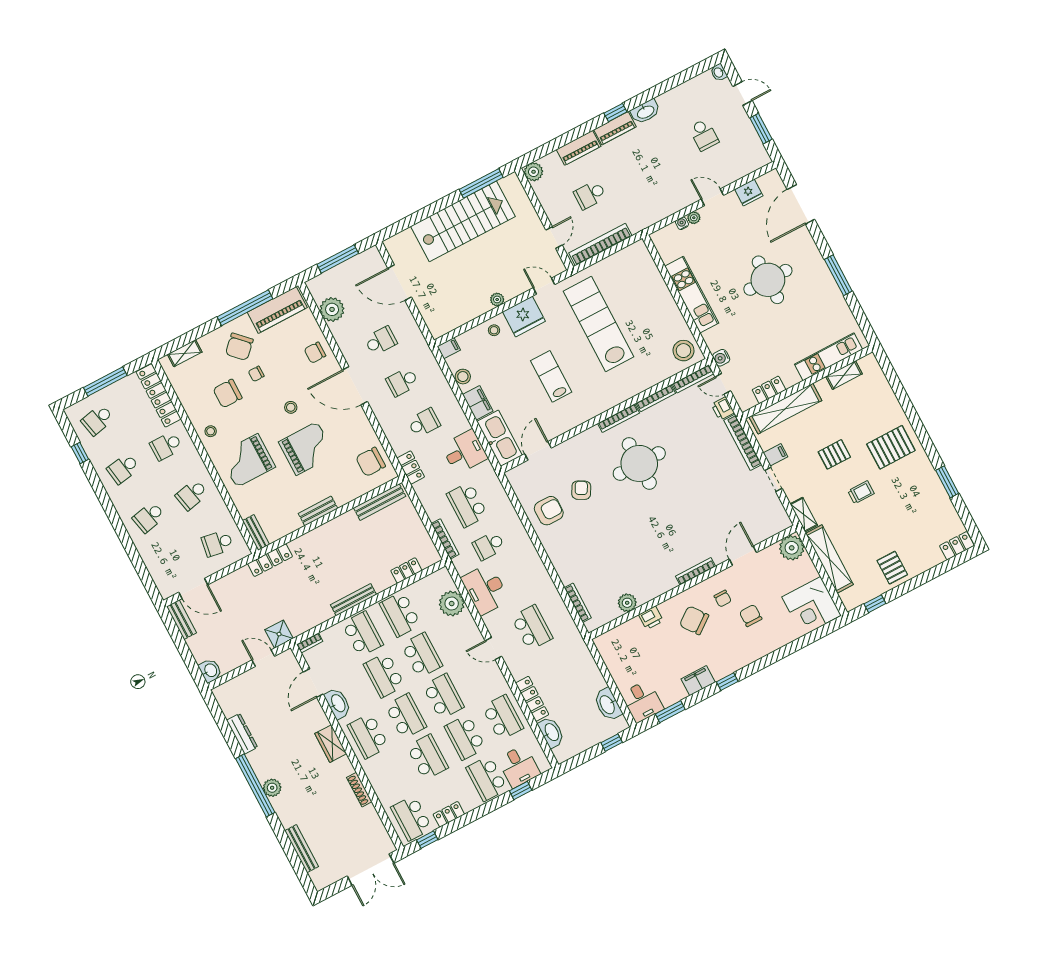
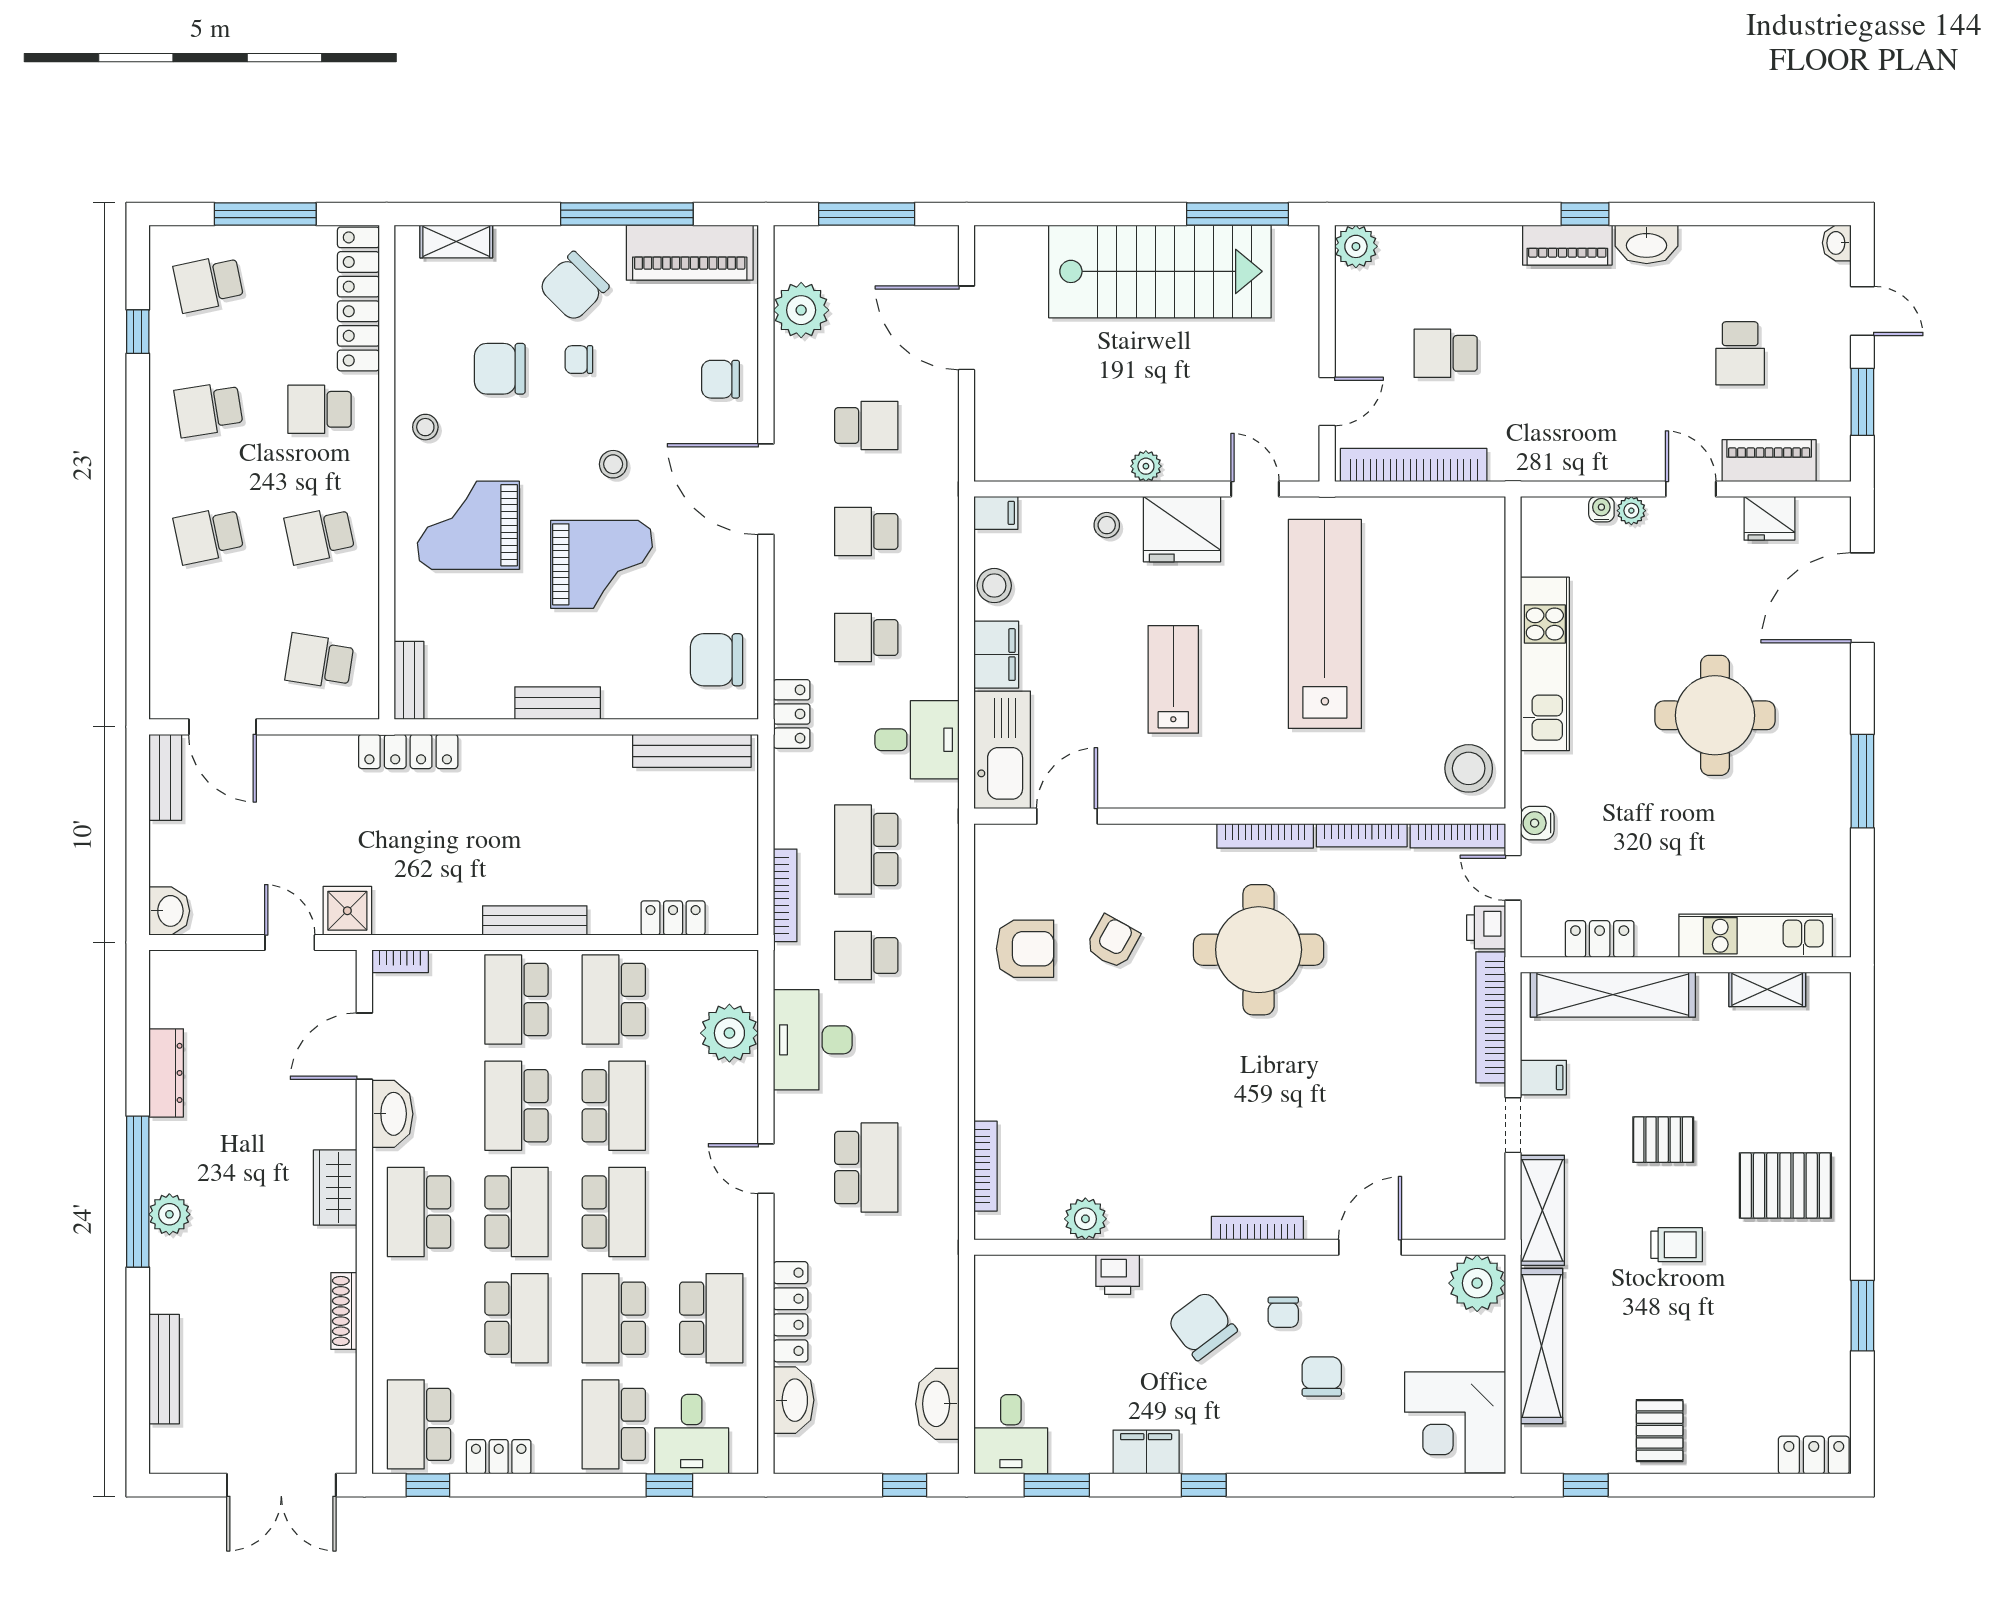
piano: (579, 148) -> (1769, 461), moved, turned 180
school desk: (424, 423) -> (866, 638), turned 180
shelving: (804, 515) -> (1542, 1210), width x1.50, depth x1.33
school desk: (363, 634) -> (516, 1000), turned 180

